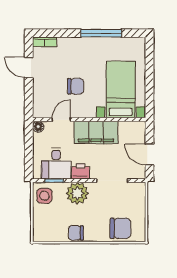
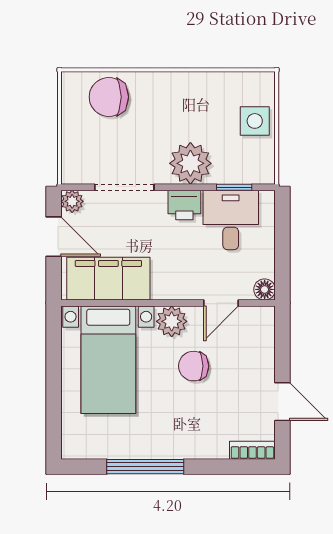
plant: (87, 110) -> (172, 321), added
filing cabinet: (96, 132) -> (108, 279), moved
plant: (140, 173) -> (72, 201), added
side table: (44, 196) -> (255, 121), moved
chair: (76, 233) -> (193, 88), removed

